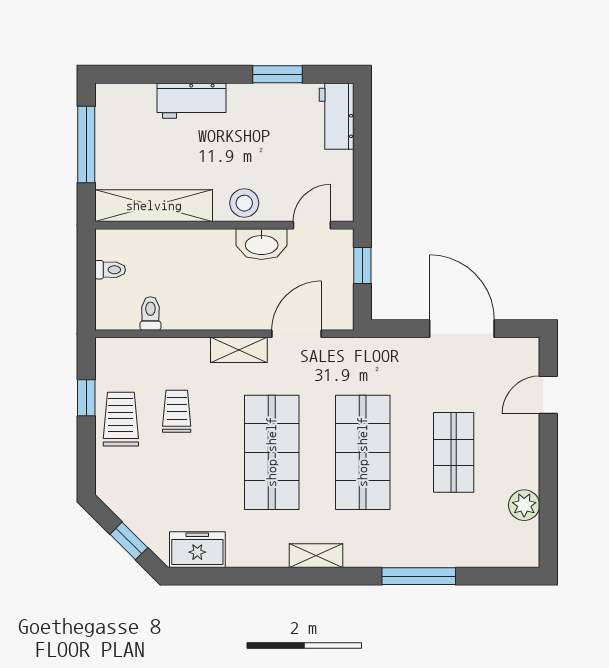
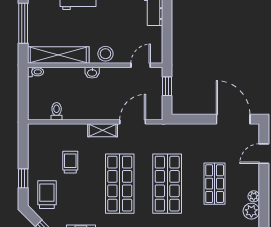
washbasin: (262, 244) -> (92, 73), moved, width x0.52, depth x0.69
toilet: (110, 270) -> (36, 72), moved
door: (462, 329) -> (233, 119), moved
window: (86, 398) -> (23, 178), moved
trolley: (121, 419) -> (47, 195), moved
plant: (529, 477) -> (254, 196), added

